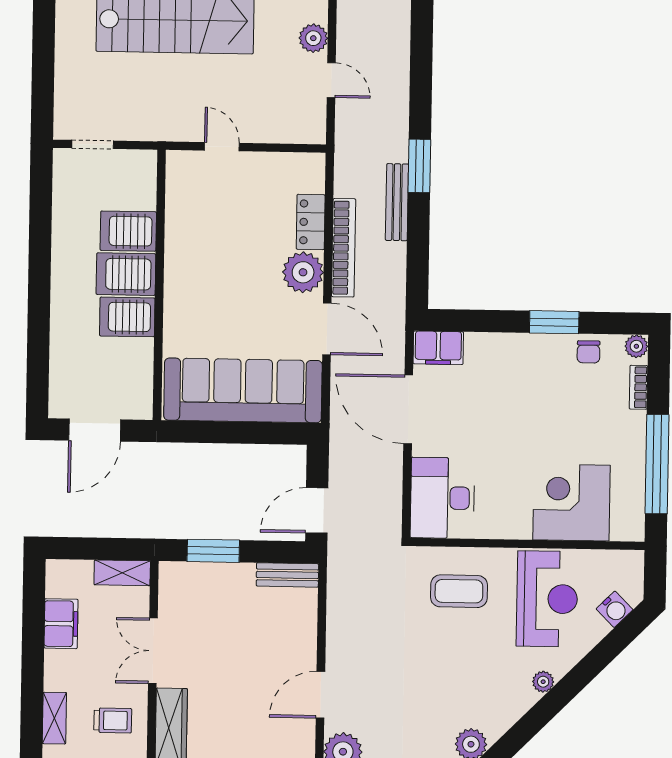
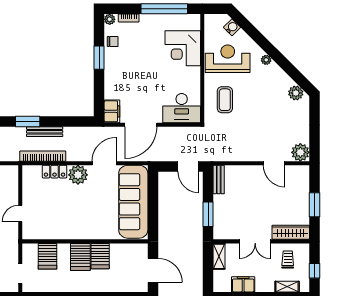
server rack: (128, 231) -> (48, 256), moved
bookcase: (344, 248) -> (43, 156), moved

